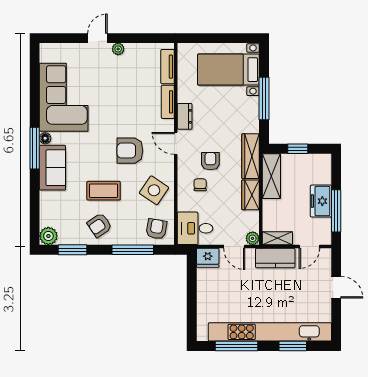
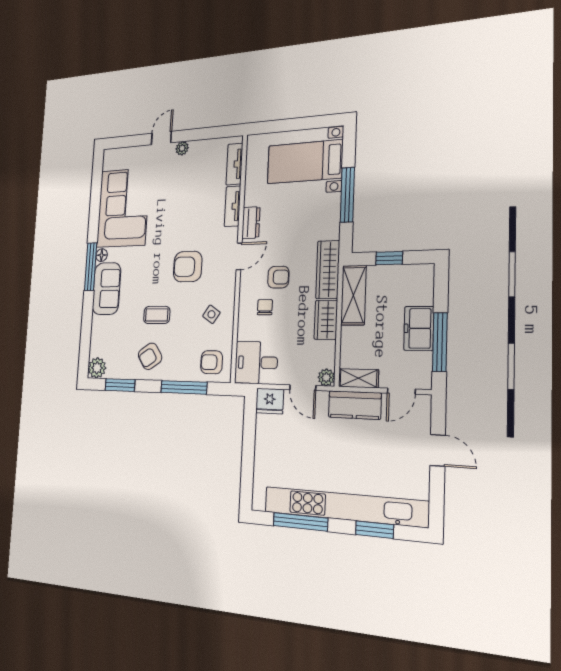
door: (176, 143) -> (239, 256), swing flipped
armchair: (210, 161) -> (278, 277), turned 90
side table: (154, 190) -> (211, 314), width x0.54, depth x0.54
coffee table: (104, 191) -> (157, 315), width x0.73, depth x0.77
armchair: (156, 229) -> (212, 362), turned -100

